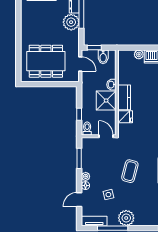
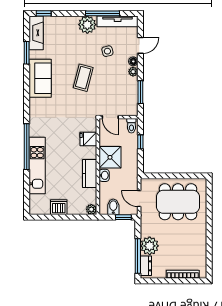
plant: (139, 54) -> (91, 209), moved
kitchen counter: (124, 97) -> (90, 174), moved
tv unit: (94, 221) -> (118, 21), width x1.41

